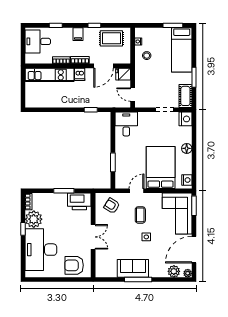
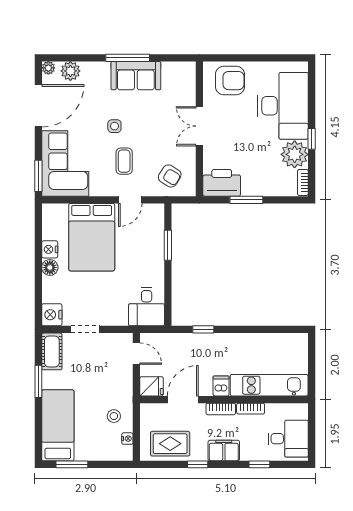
filing cabinet: (78, 34) -> (224, 451), width x2.00
nightstand: (187, 180) -> (50, 249), moved

